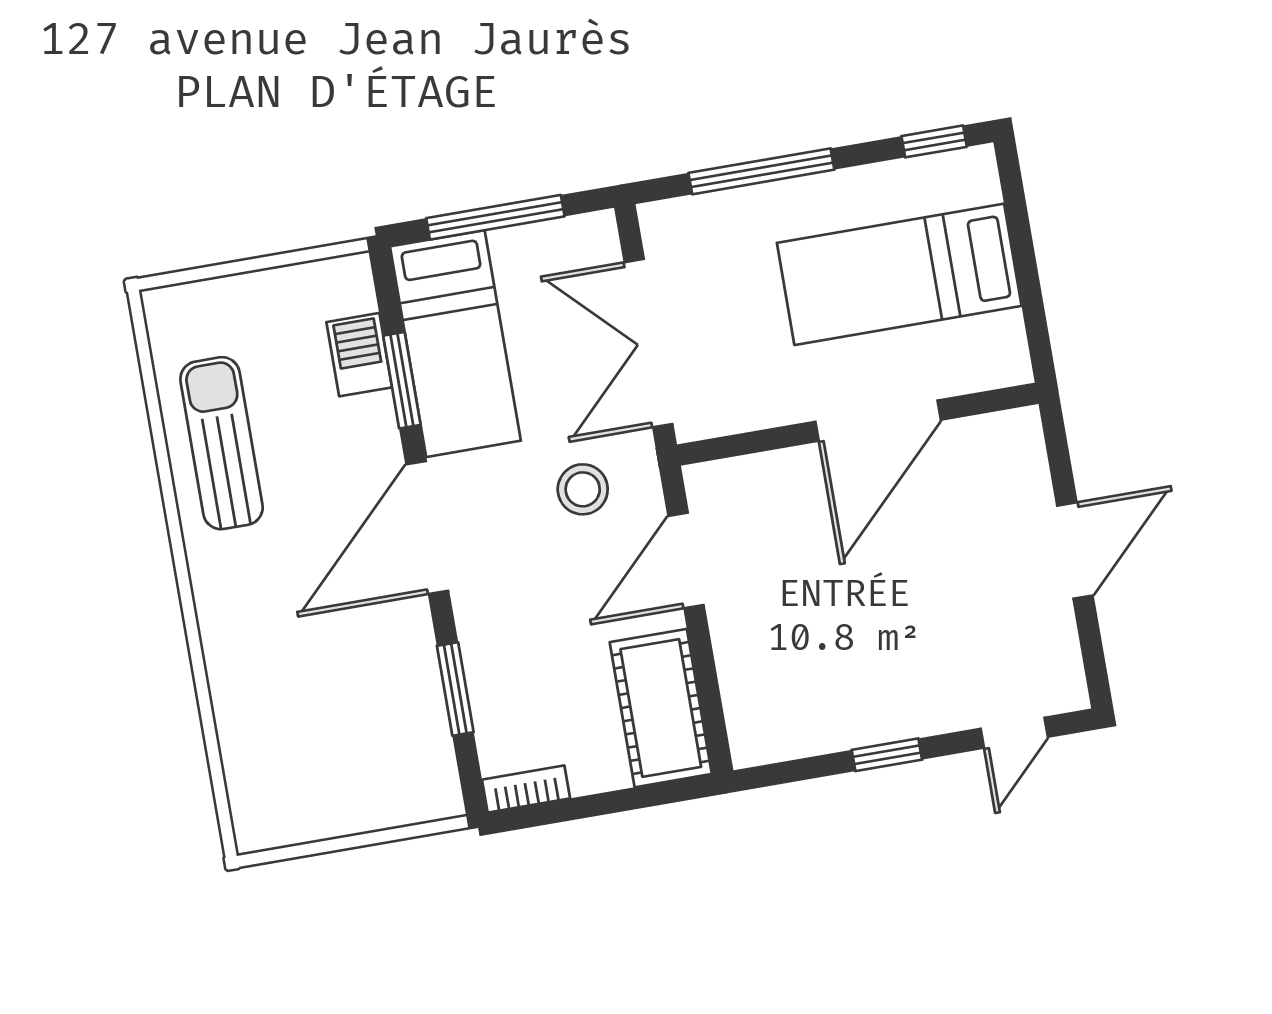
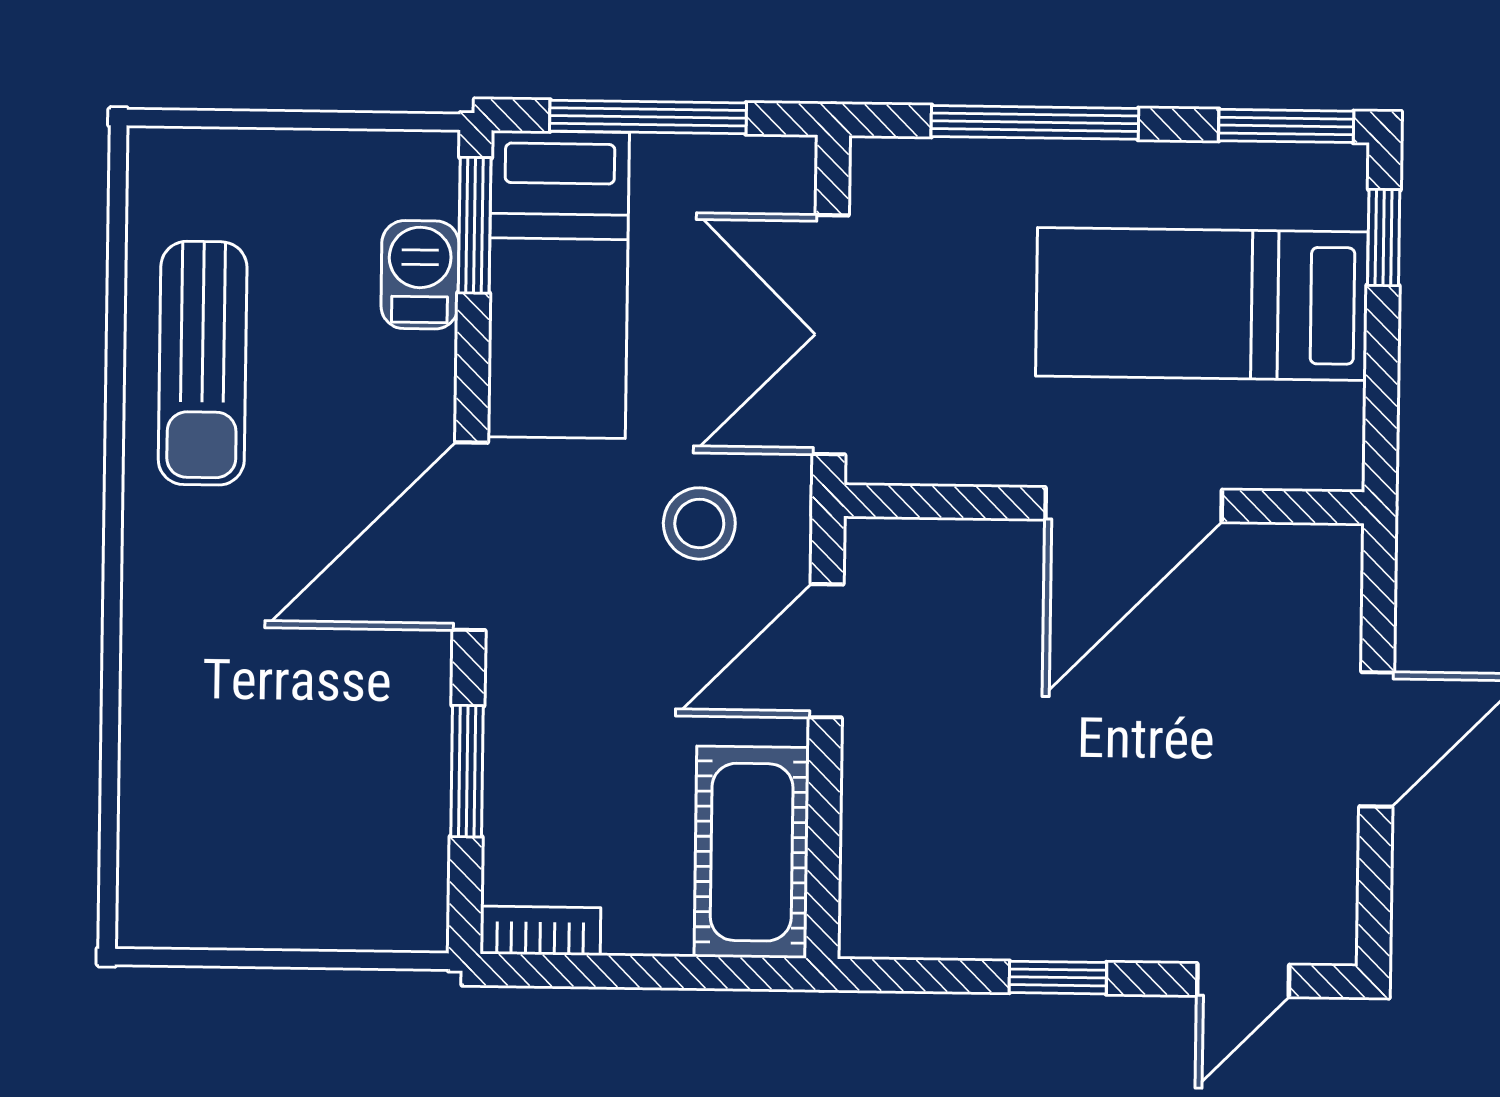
window: (934, 141) -> (1286, 126), width x1.50
window: (1015, 205) -> (1384, 238), added
window: (402, 380) -> (475, 225), moved
sun lounger: (222, 443) -> (203, 363), turned 180

